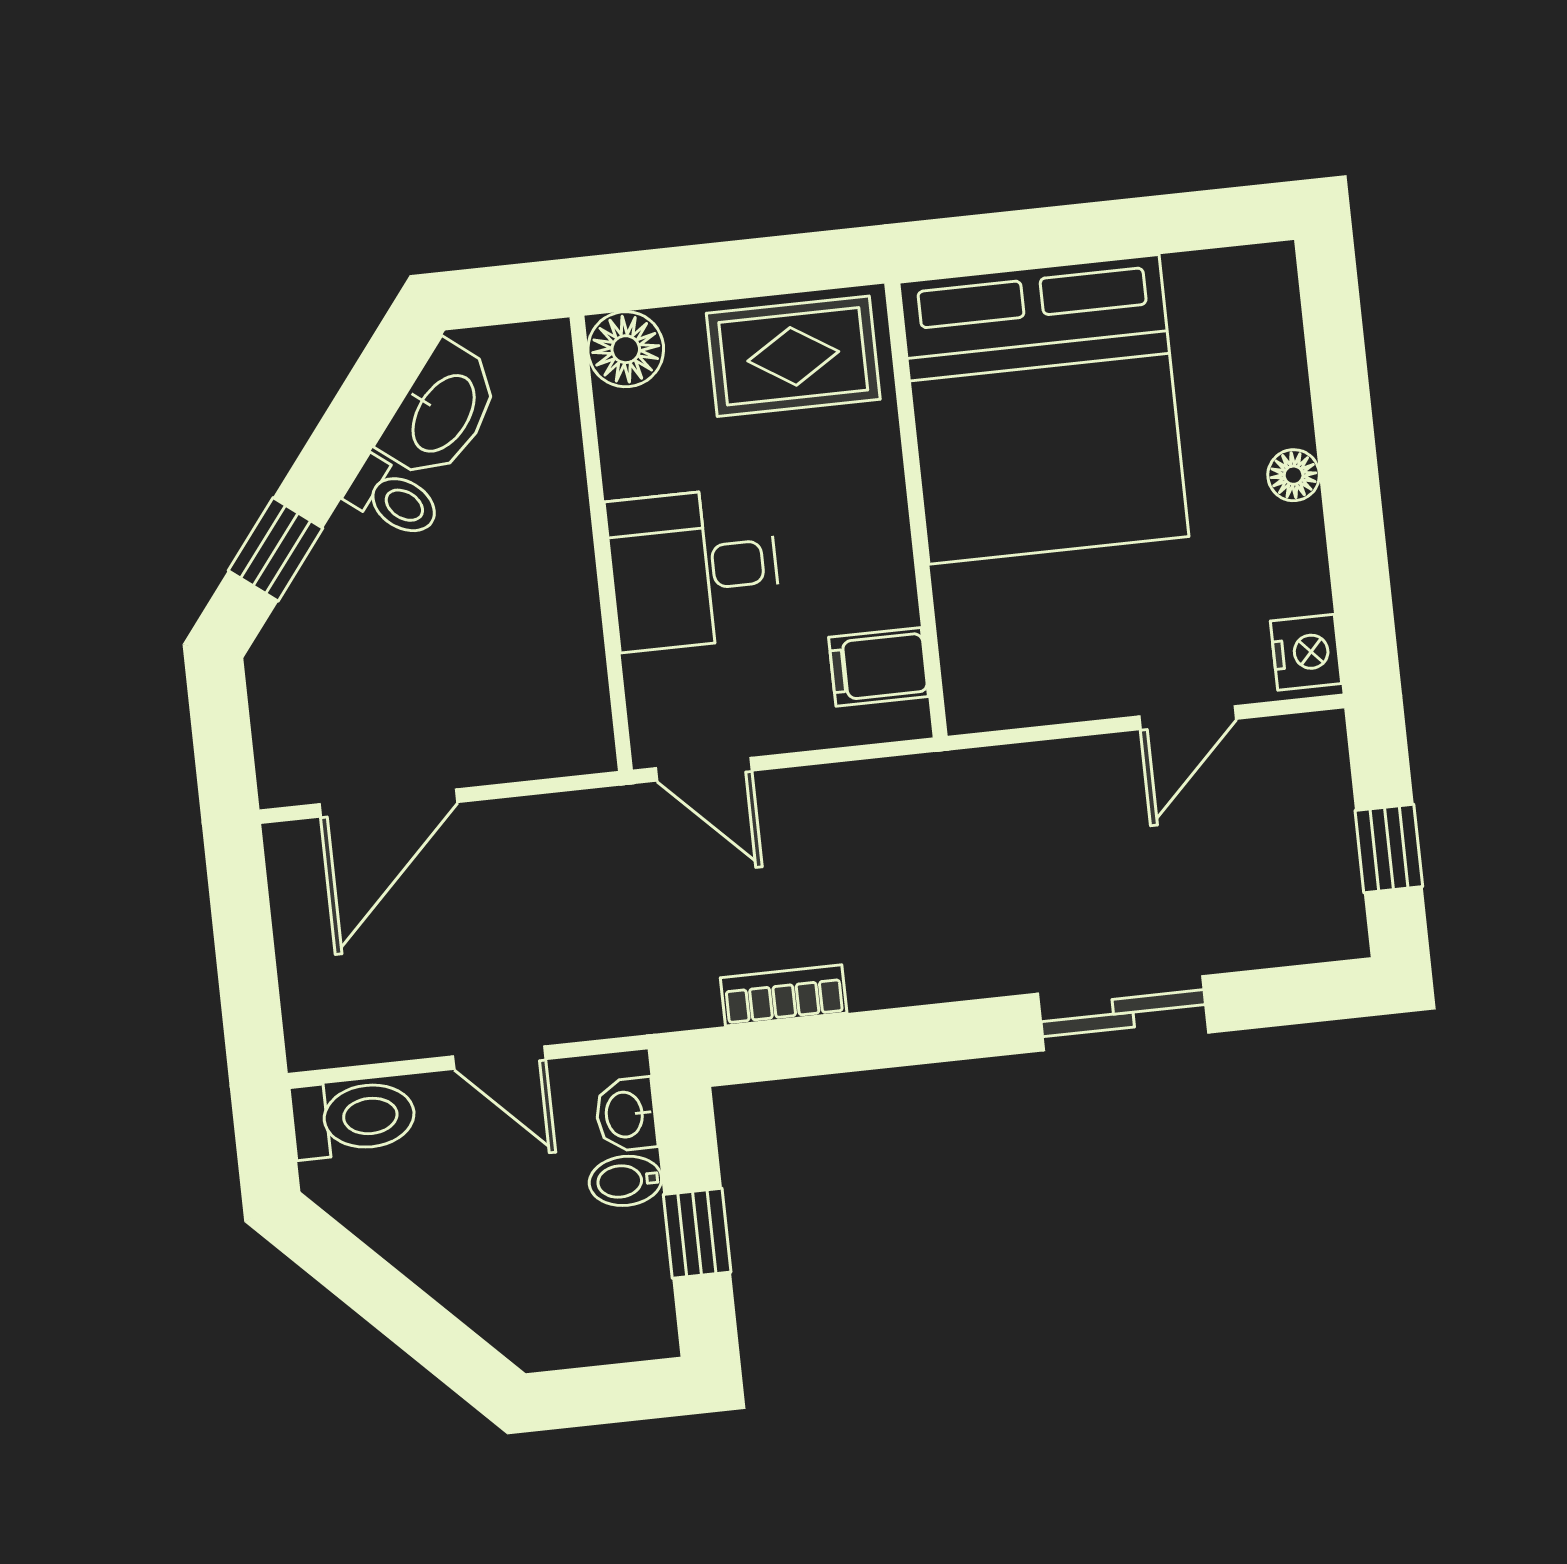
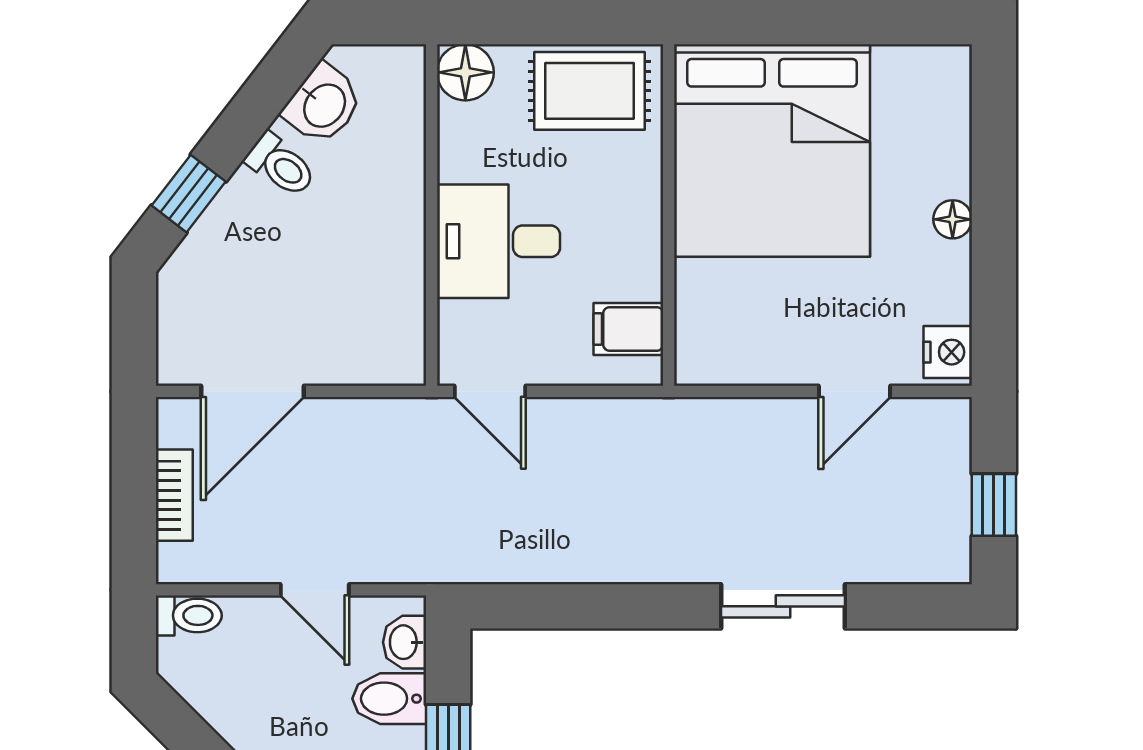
washbasin: (442, 412) -> (323, 105), width x0.72
bookcase: (784, 995) -> (174, 495), moved, turned 90
toilet: (353, 1118) -> (189, 615), width x0.73, depth x0.72
bidet: (625, 1181) -> (389, 699), width x1.38, depth x1.36

